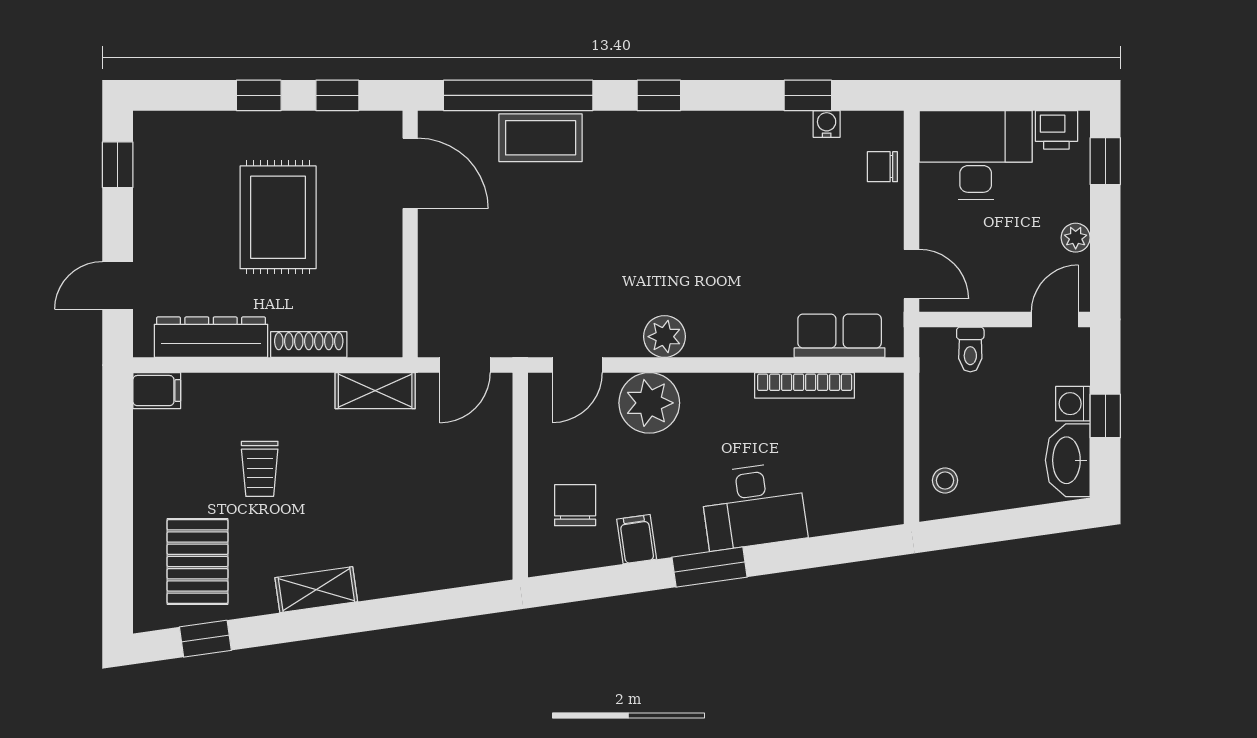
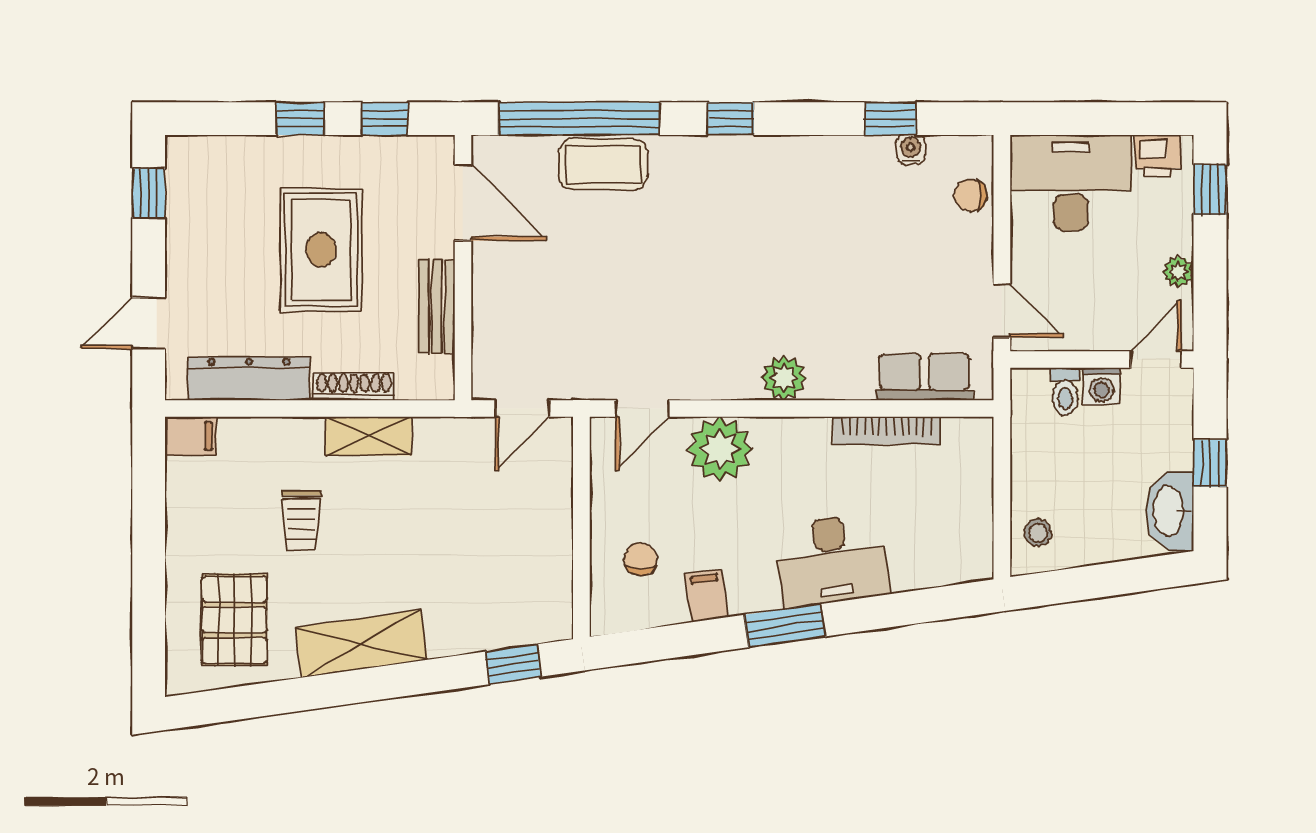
bench: (386, 270) -> (437, 307), added
plant: (665, 337) -> (784, 378), moved
shelving: (375, 391) -> (369, 436), moved
washing machine: (1073, 404) -> (1101, 386), moved, turned -90
chair: (575, 505) -> (640, 559), width x0.73, depth x0.73
shelving: (316, 590) -> (361, 644), width x1.50, depth x1.33
window: (205, 639) -> (513, 664), moved

